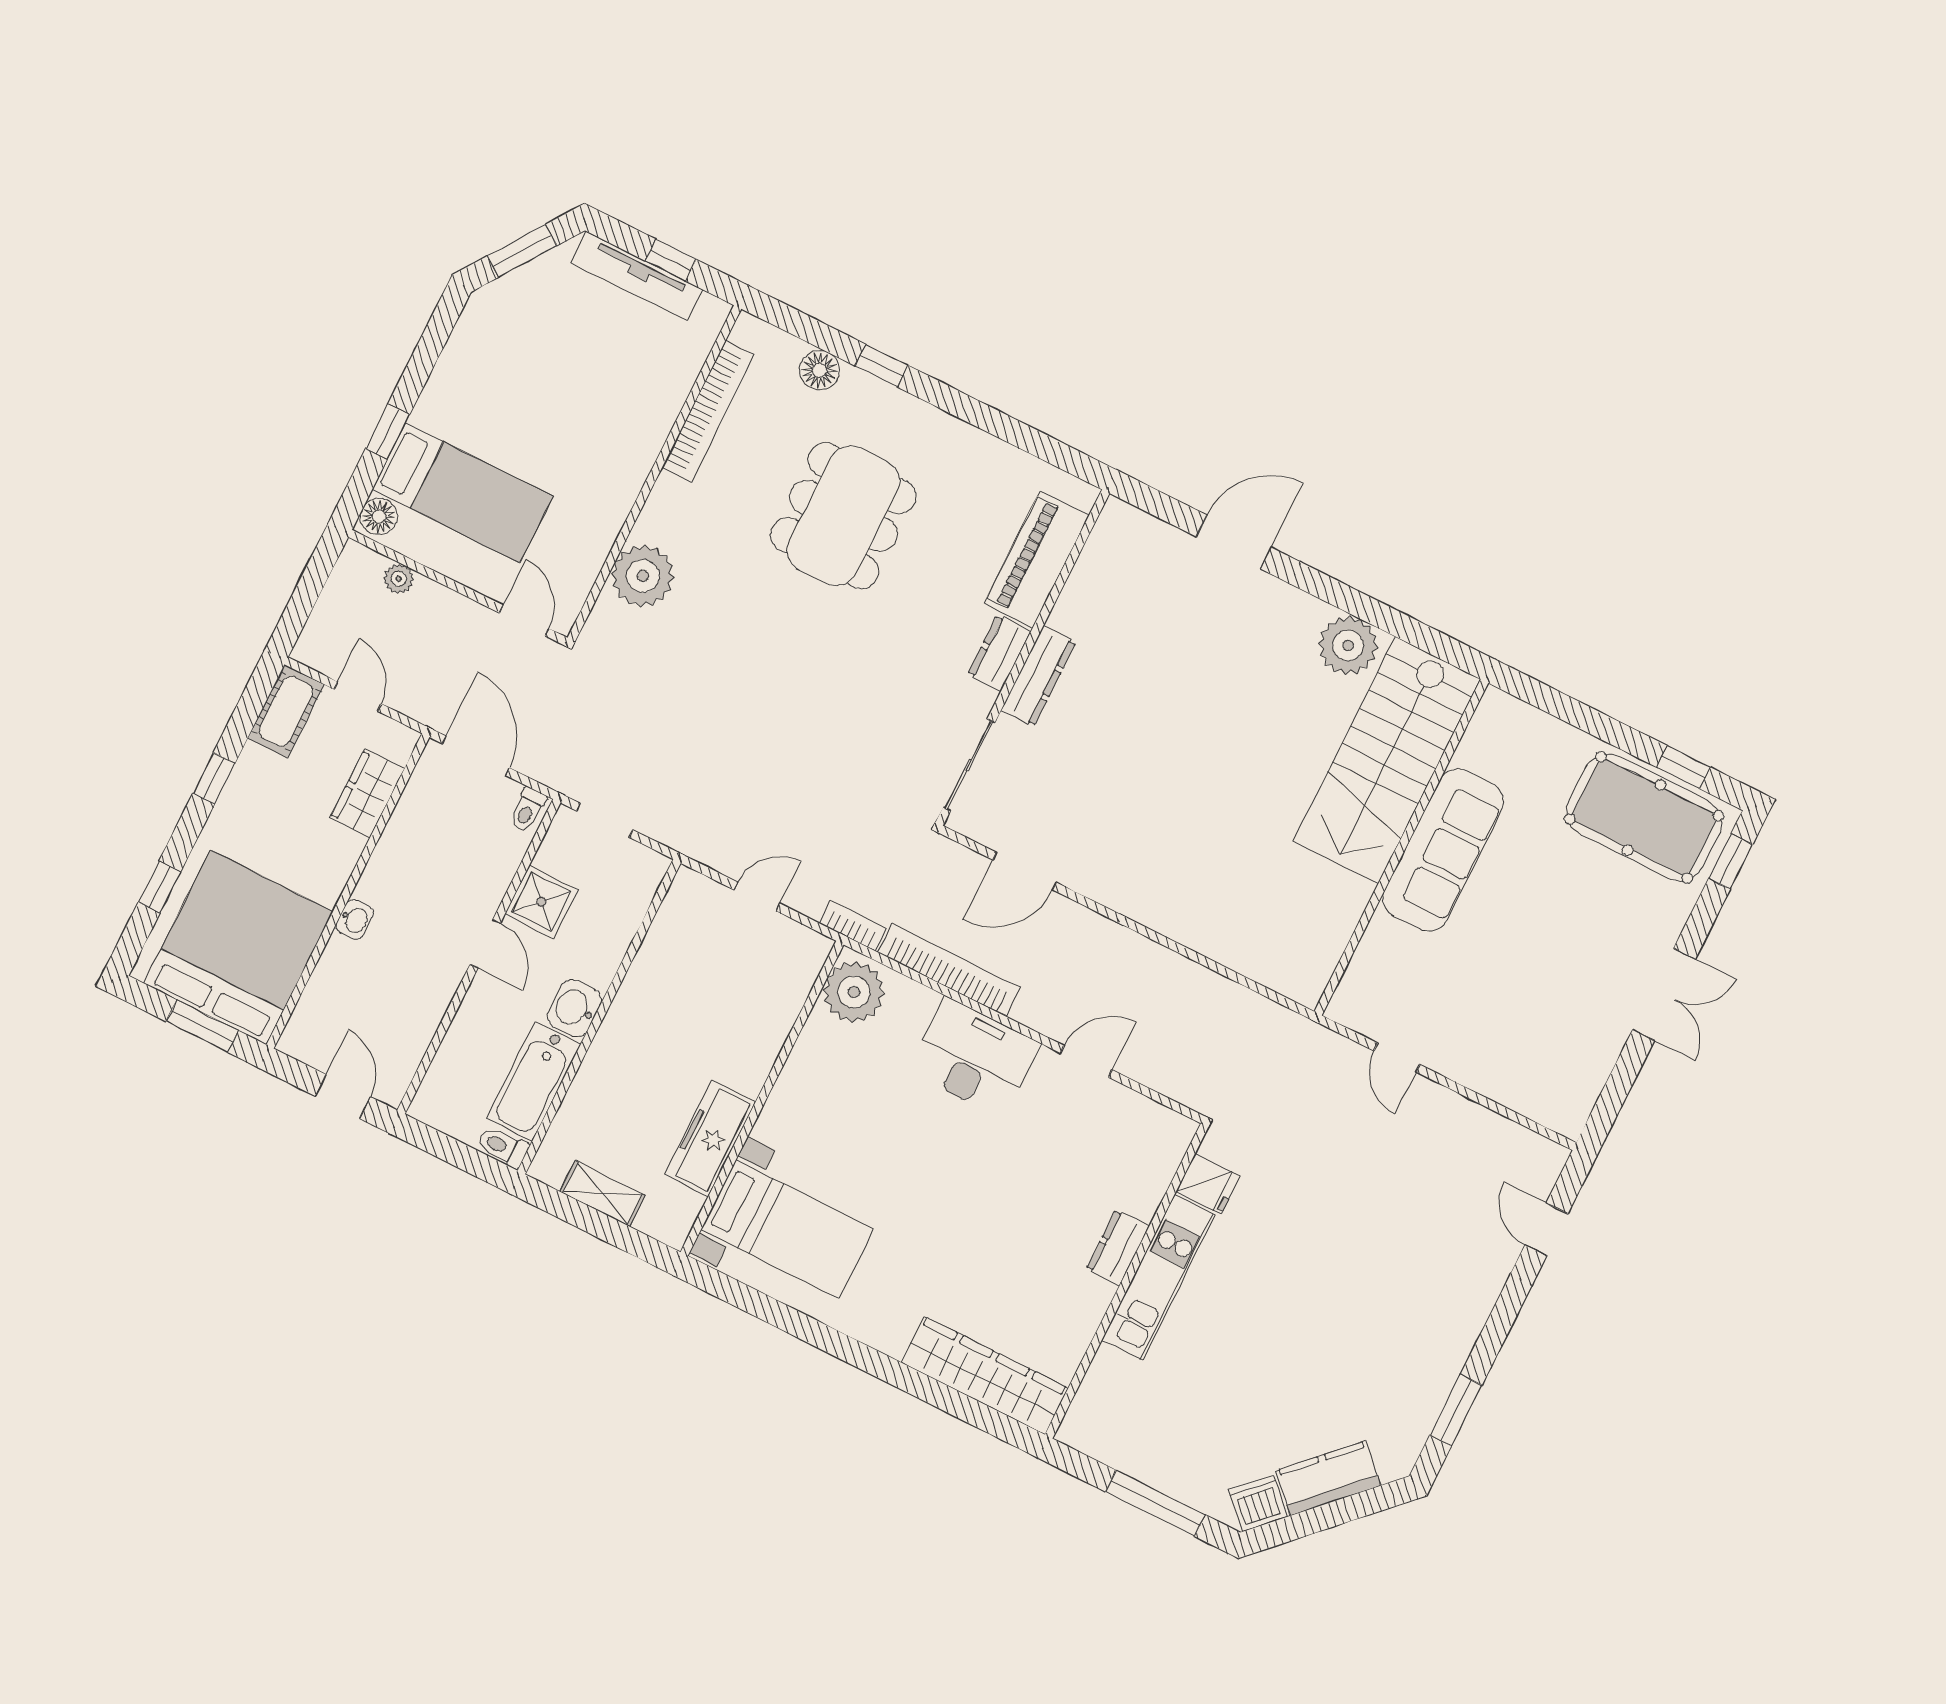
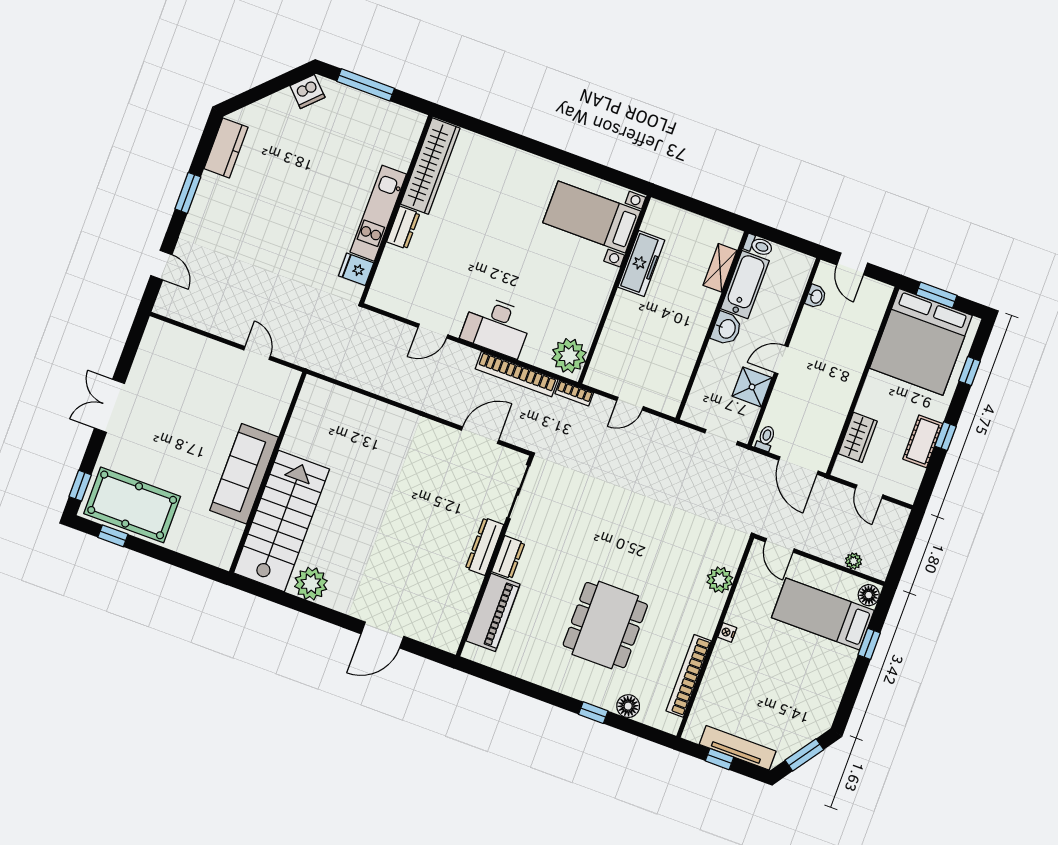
nightstand: (633, 479) -> (727, 632), added
plant: (643, 576) -> (720, 580), width x0.73, depth x0.73
cot: (286, 711) -> (923, 441), moved
washbasin: (355, 920) -> (816, 296), moved, turned 180
door: (485, 944) -> (781, 360), hinge flipped
shelving: (602, 1194) -> (720, 268), moved, turned 90
wardrobe: (985, 1375) -> (430, 166), moved, turned -90
window: (1456, 1410) -> (188, 193), moved
kitchen counter: (1328, 1478) -> (226, 148), moved, turned -45

